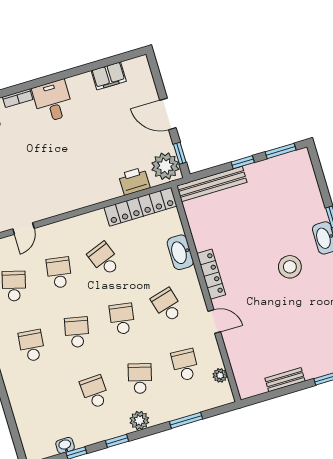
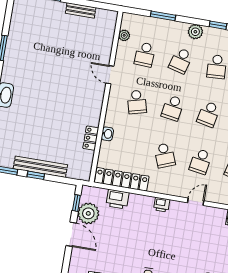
plant: (165, 166) -> (88, 213), moved
bench: (212, 184) -> (40, 167), moved
printer: (80, 200) -> (162, 205), added
door: (23, 229) -> (196, 202), moved
washbasin: (180, 252) -> (107, 134), width x0.52, depth x0.69
stool: (290, 267) -> (39, 87), removed
locker: (211, 274) -> (91, 138), moved, width x0.66

